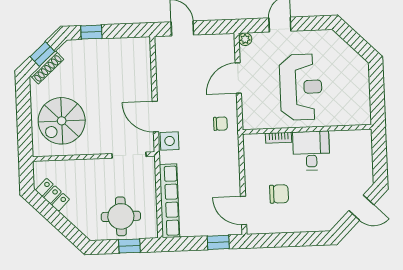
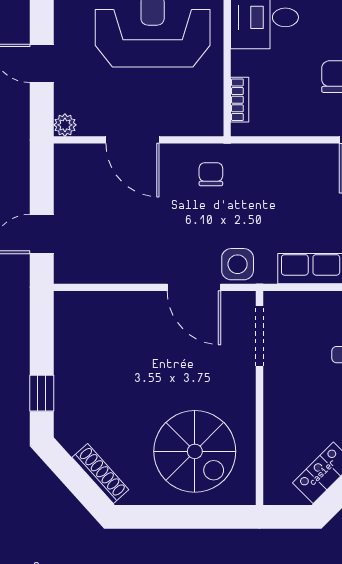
window: (42, 54) -> (77, 480), removed
door: (155, 117) -> (194, 287), hinge flipped
bookcase: (279, 138) -> (240, 100), moved

